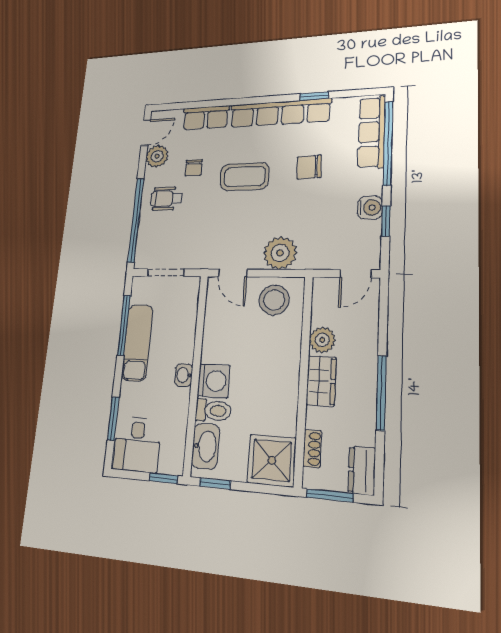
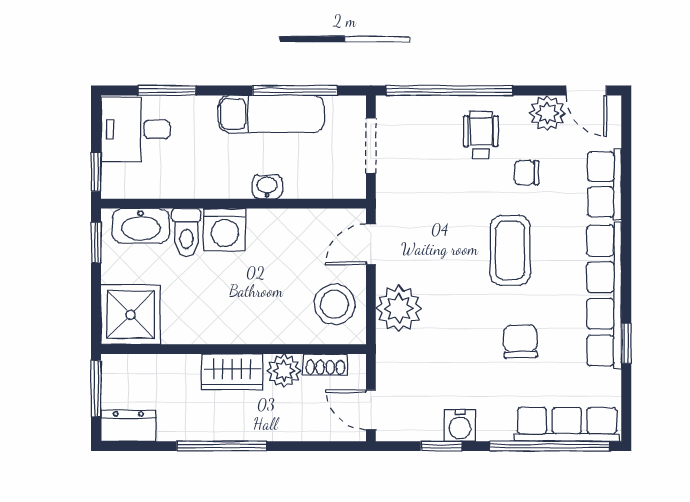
washbasin: (184, 375) -> (267, 187), moved
shoe rack: (312, 449) -> (325, 365), moved

